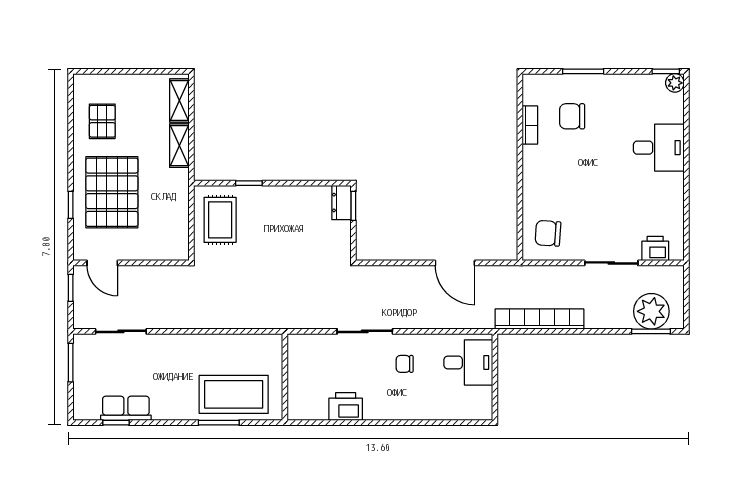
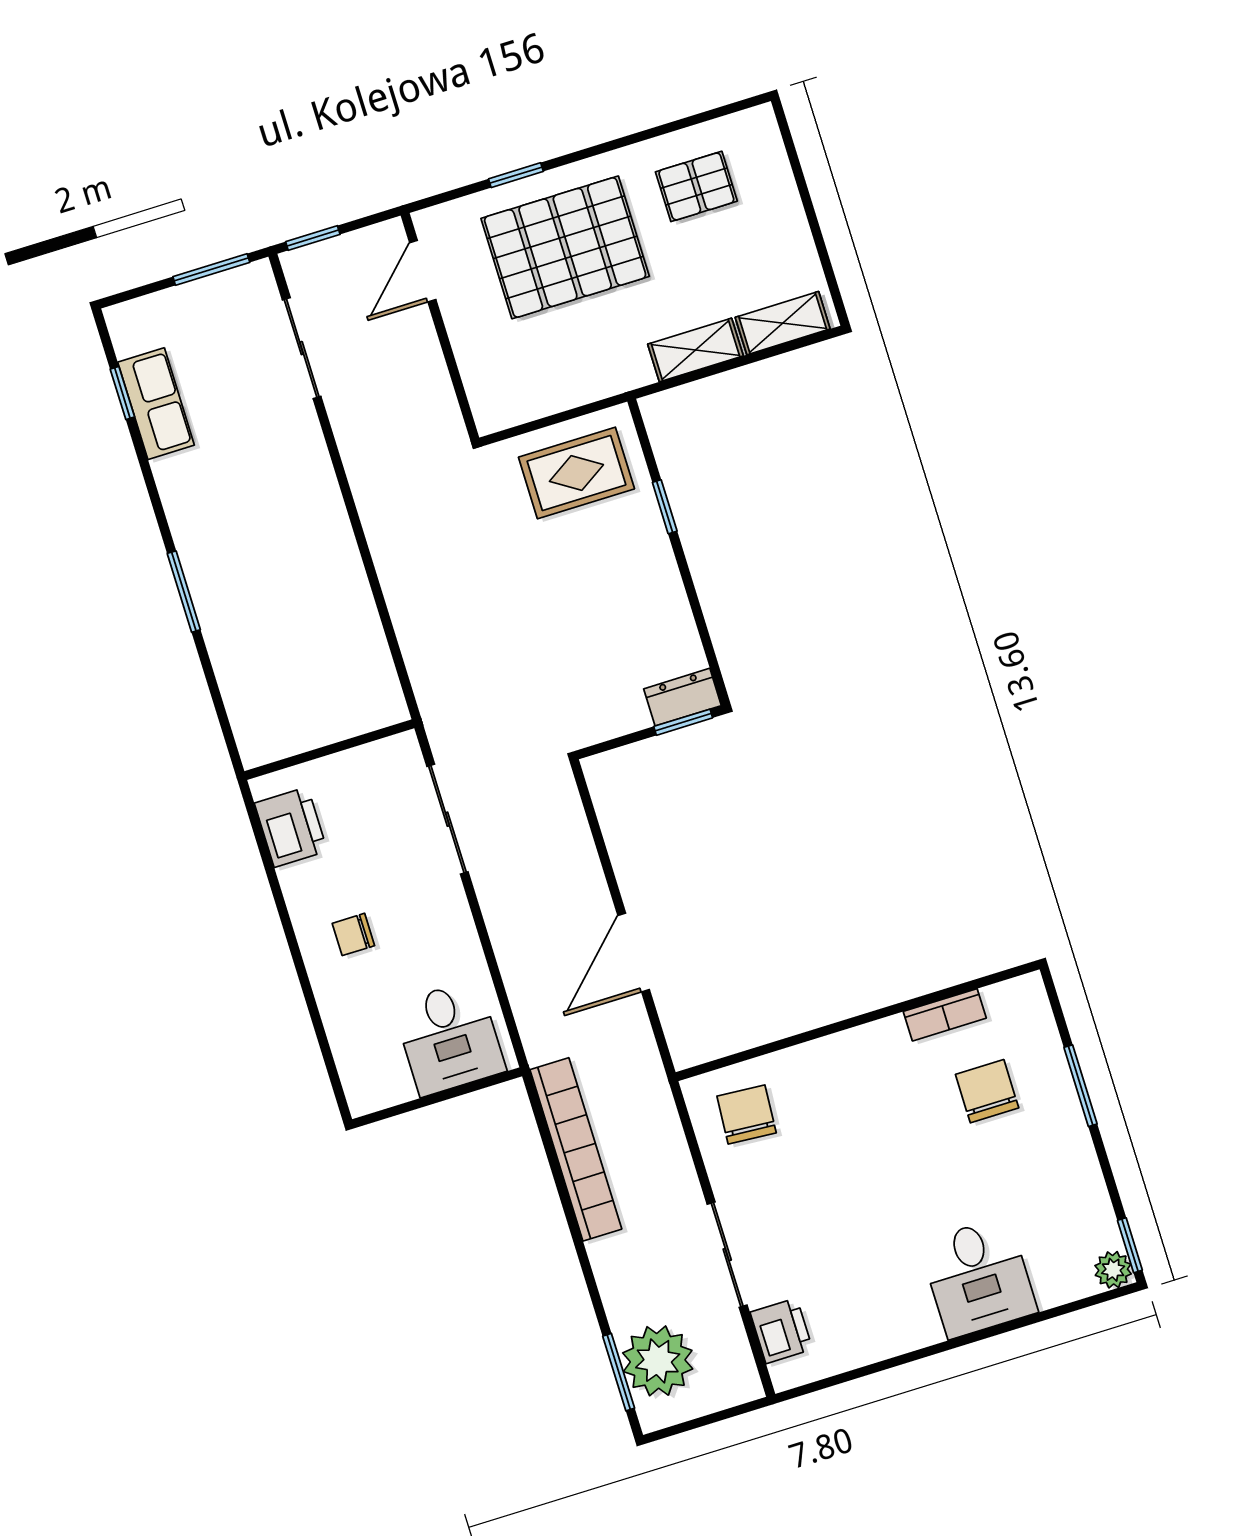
window: (71, 288) -> (313, 238), moved
chair: (405, 364) -> (353, 934), moved, turned -90
wall: (285, 377) -> (329, 750), moved
coffee table: (234, 394) -> (247, 604), removed

